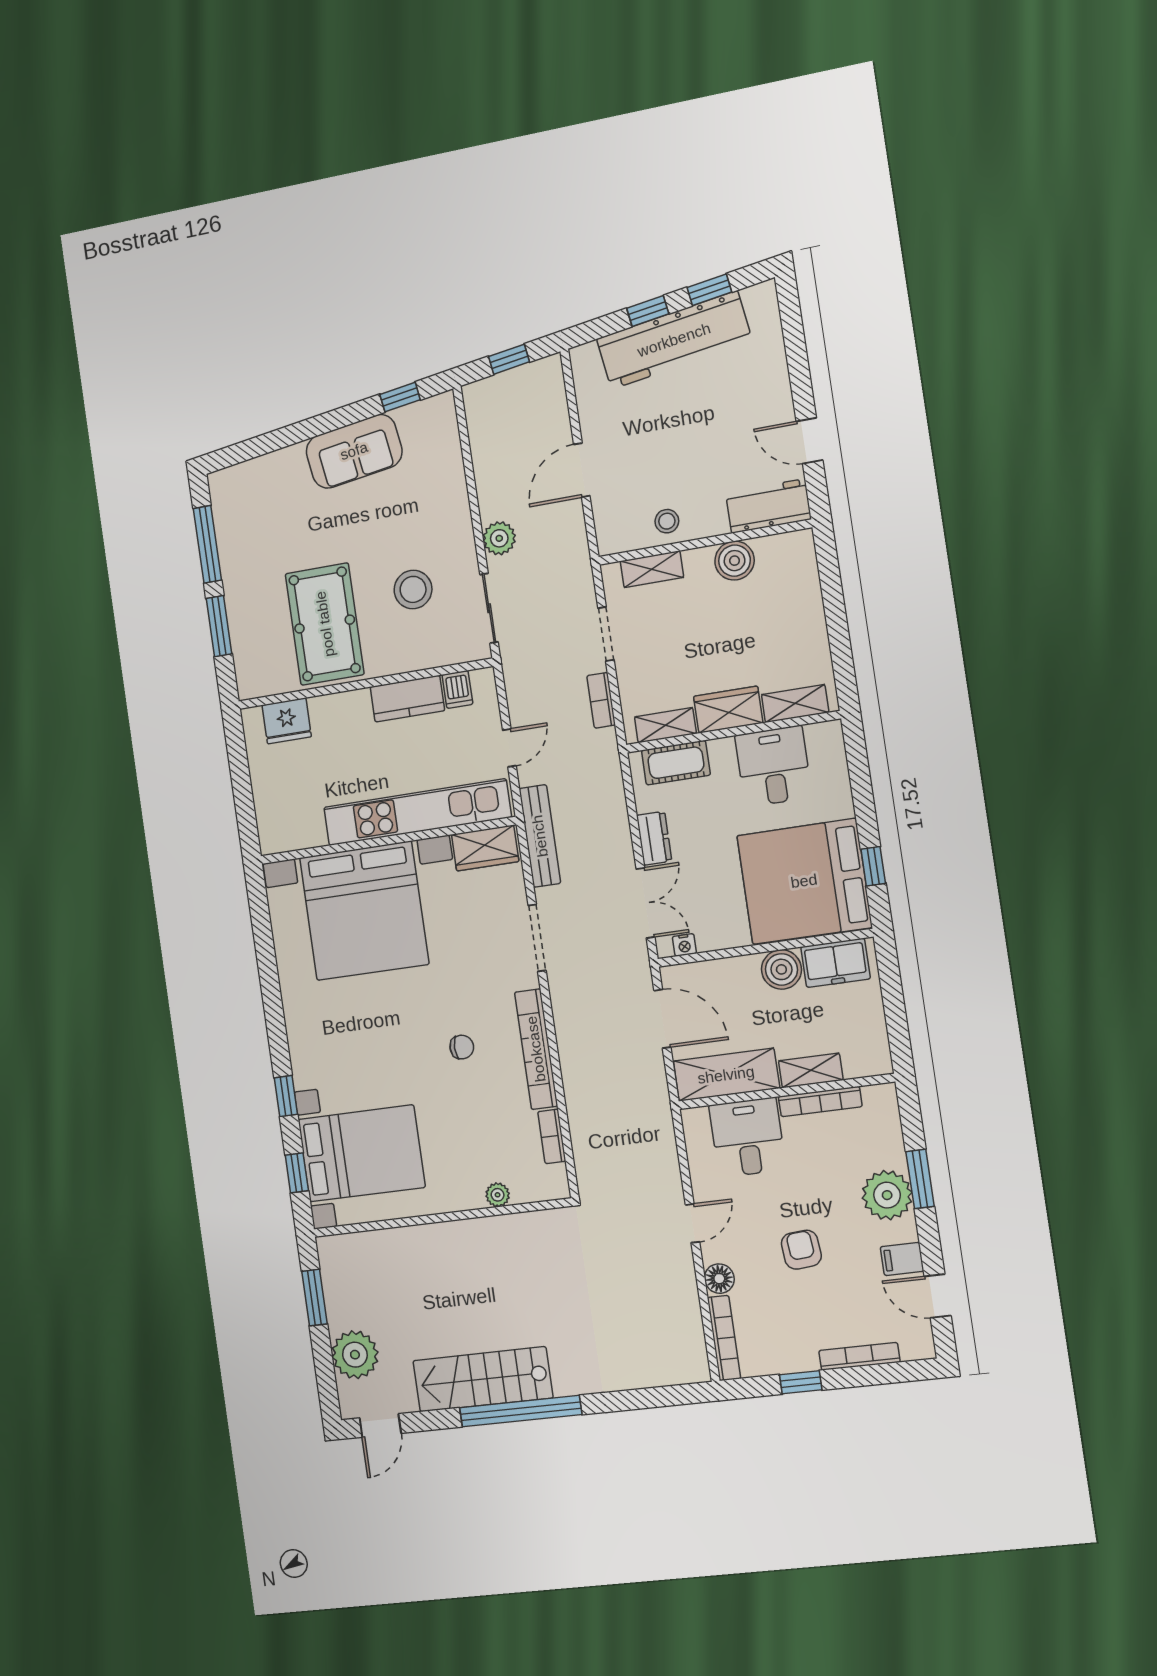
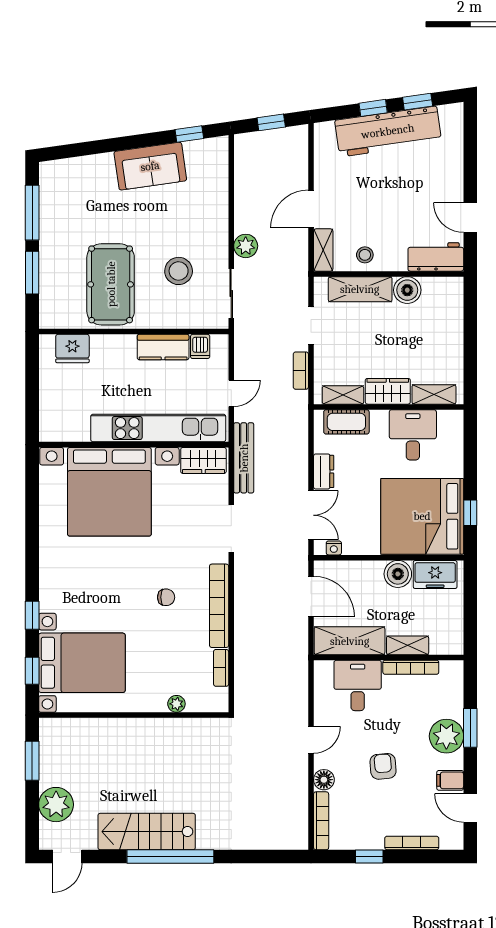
shelving: (607, 525) -> (323, 250), added
shelving: (652, 569) -> (360, 289), width x1.50, depth x1.33

